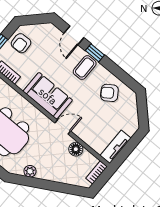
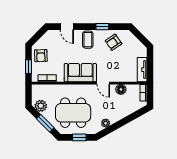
window: (95, 53) -> (102, 27), moved
door: (63, 127) -> (103, 83), swing flipped

